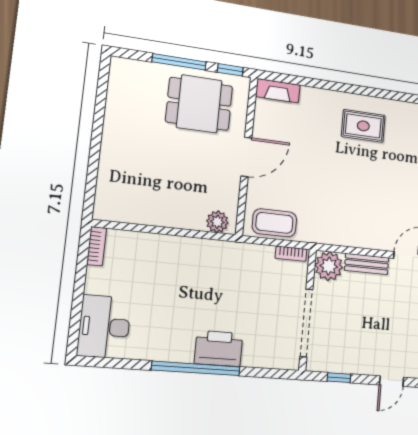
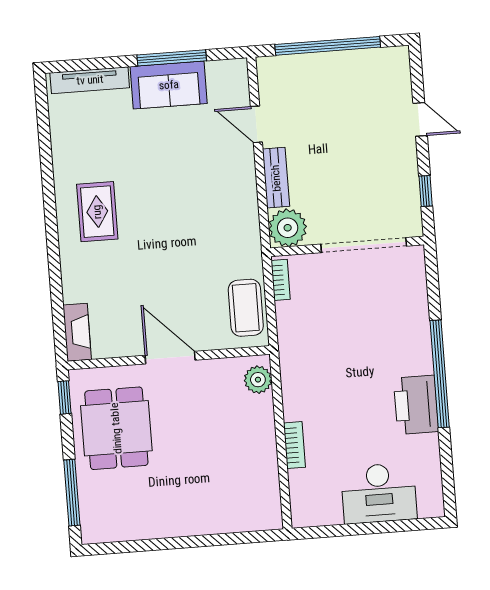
window: (179, 62) -> (72, 493), moved
bookcase: (97, 246) -> (294, 445), moved, turned 90
desk: (104, 327) -> (379, 493), moved
printer: (219, 348) -> (416, 405), moved

